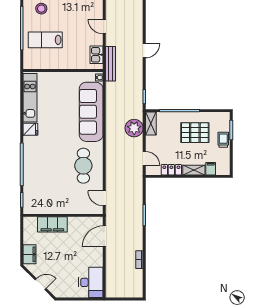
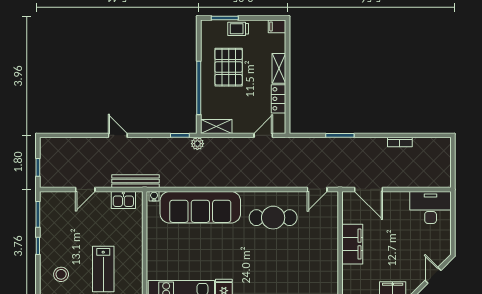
plant: (134, 128) -> (197, 144), moved, width x0.53, depth x0.53
filing cabinet: (211, 169) -> (277, 26), moved
filing cabinet: (52, 224) -> (352, 244), moved

